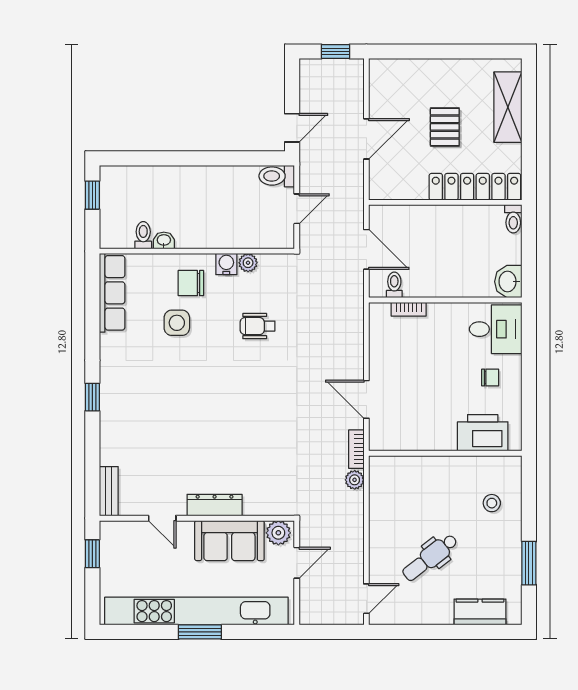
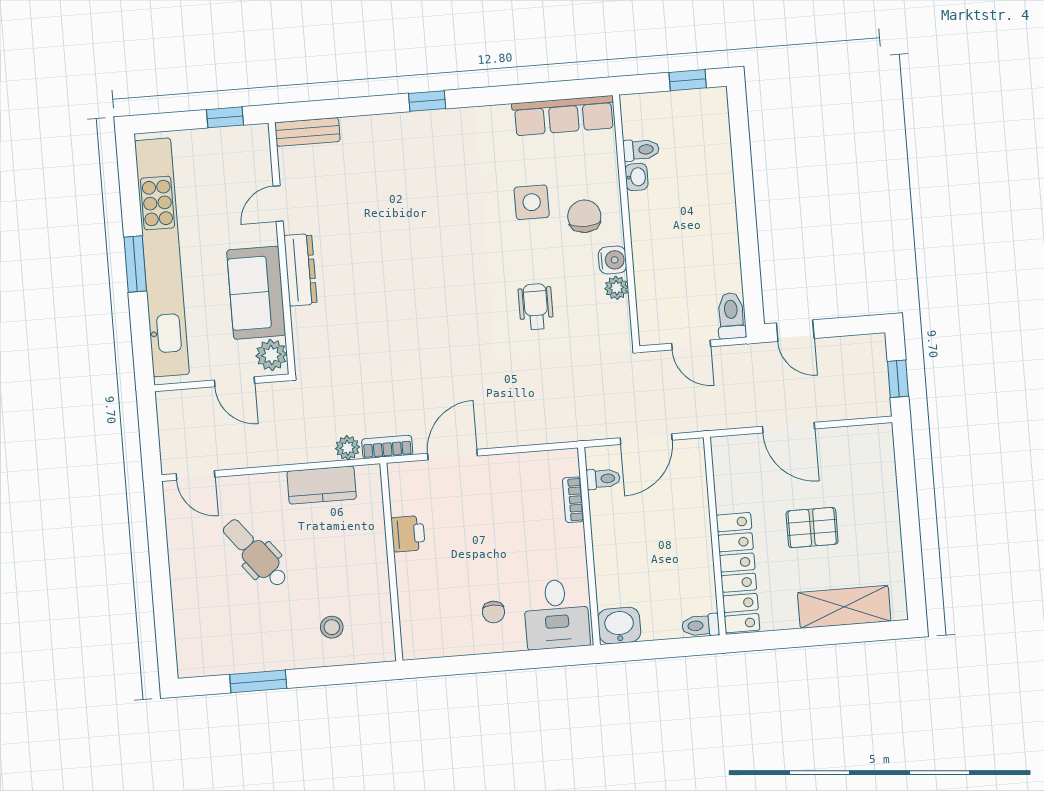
printer: (483, 433) -> (408, 534), moved, width x0.53, depth x0.68
kitchen counter: (480, 612) -> (322, 485), moved, turned 90

